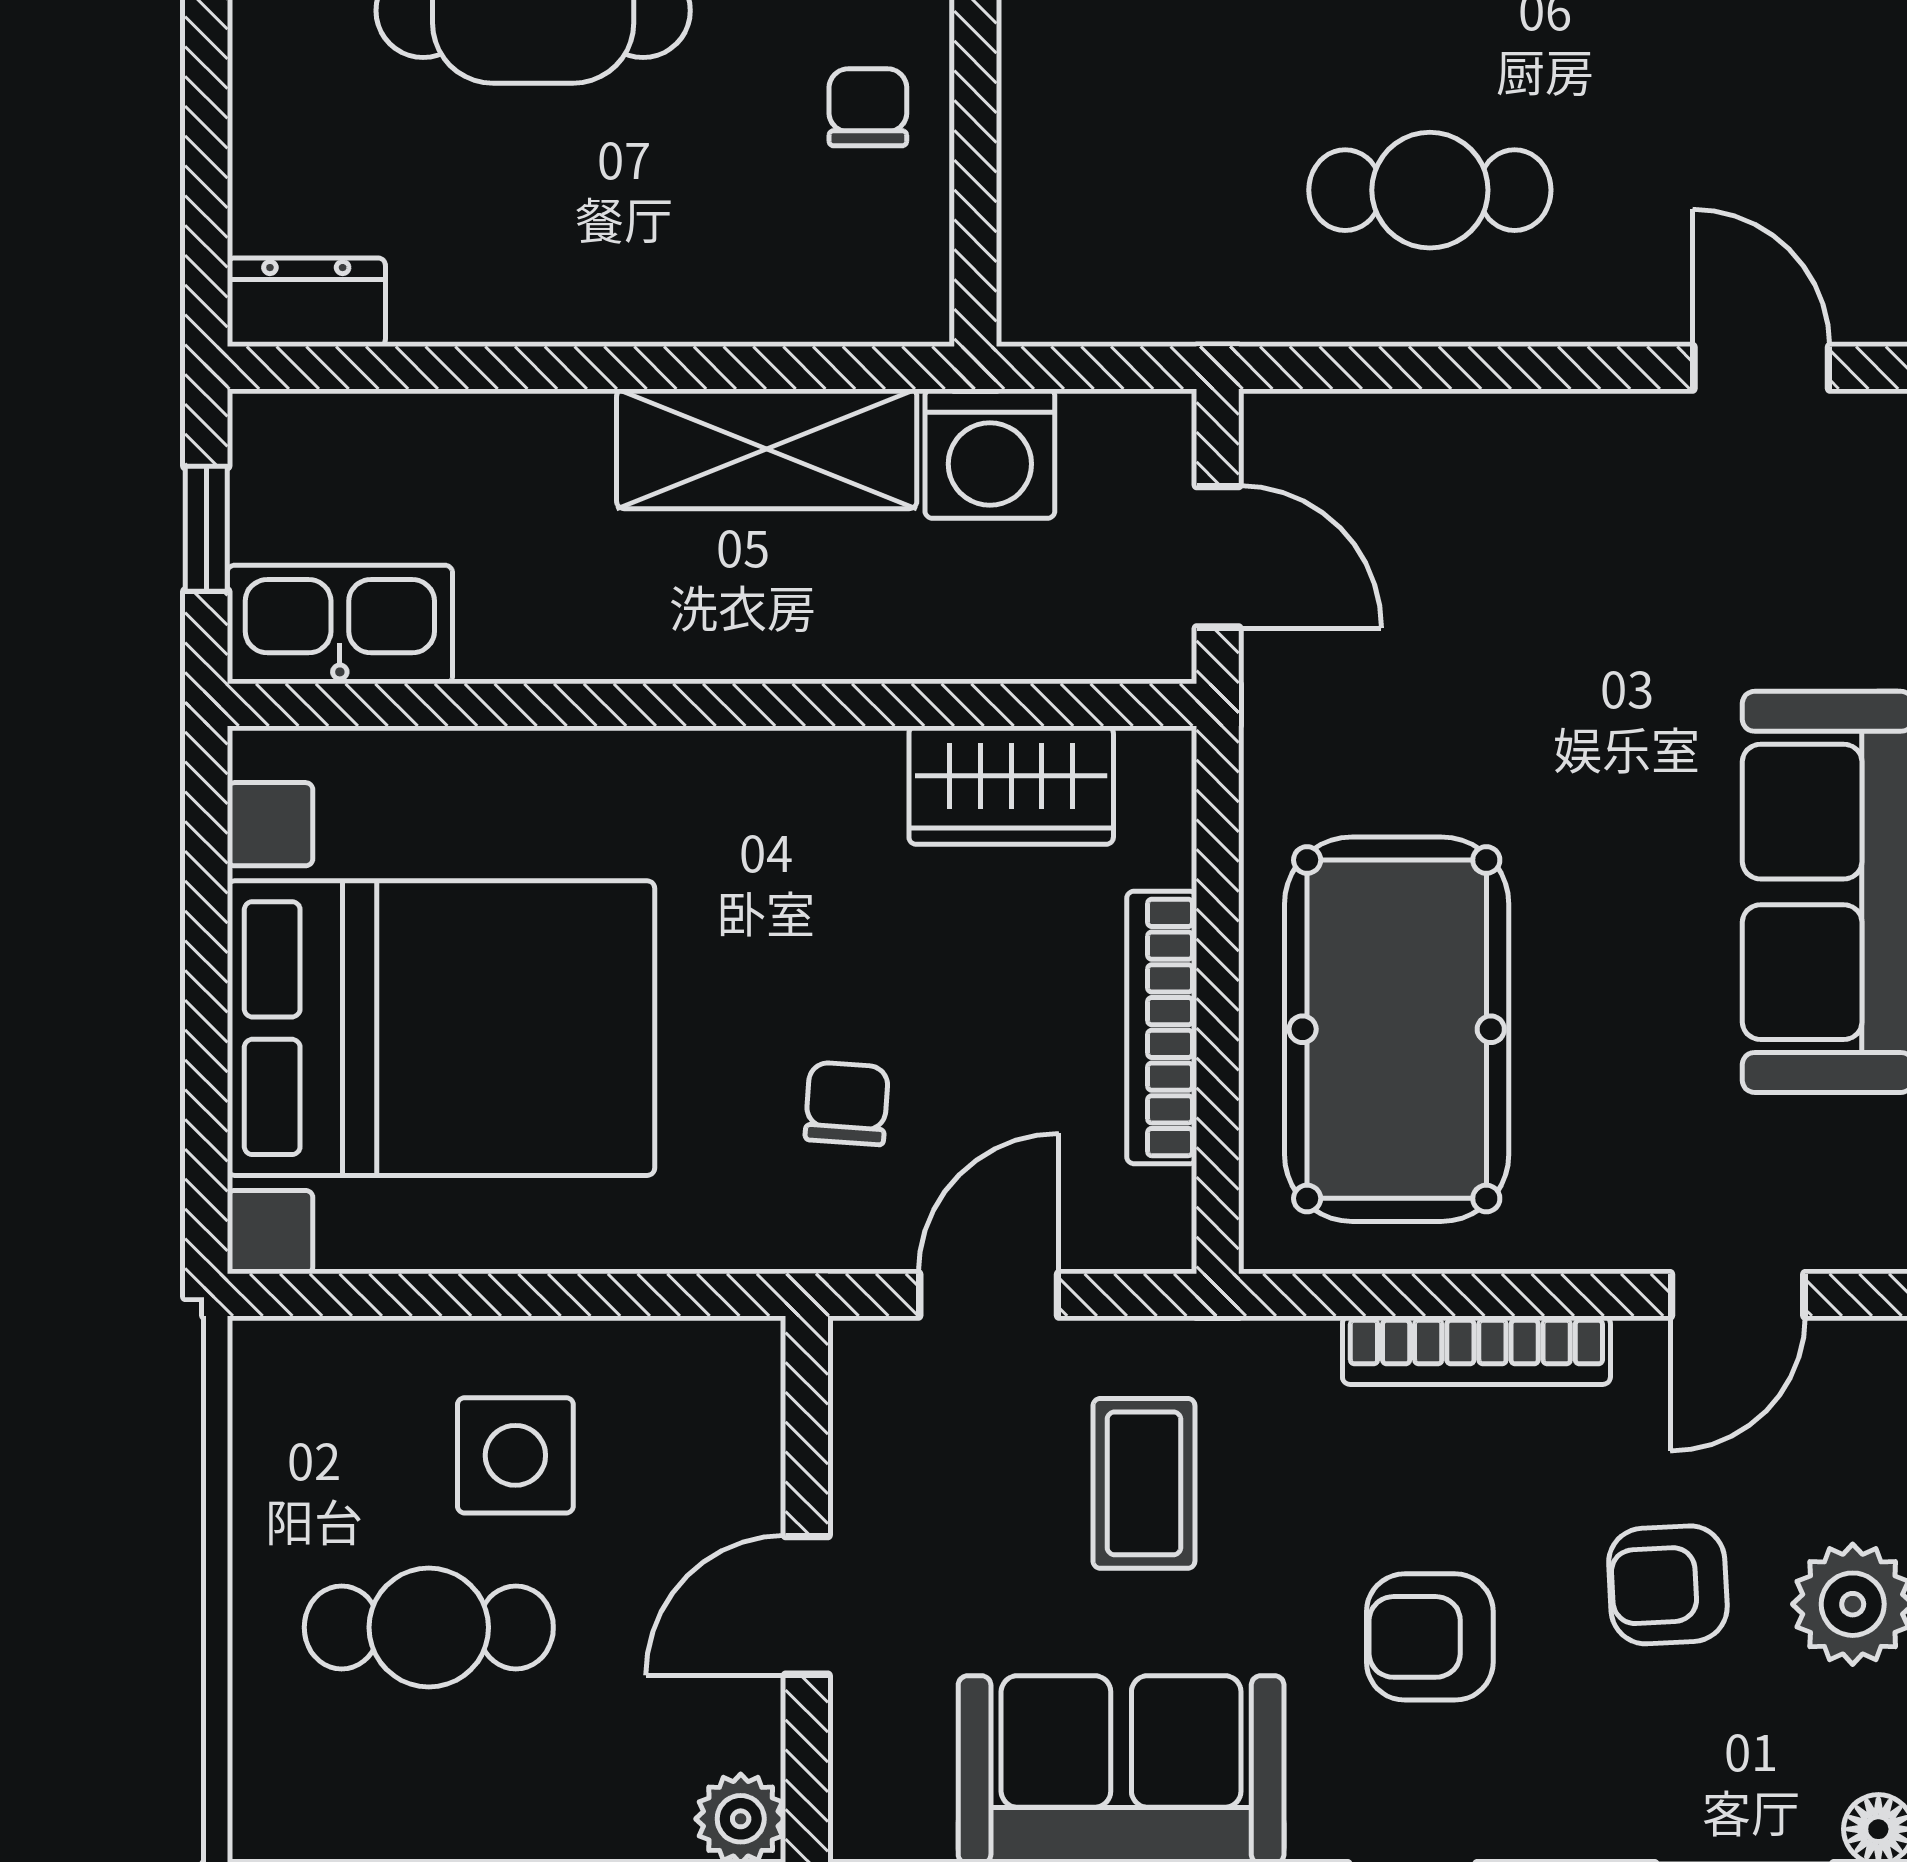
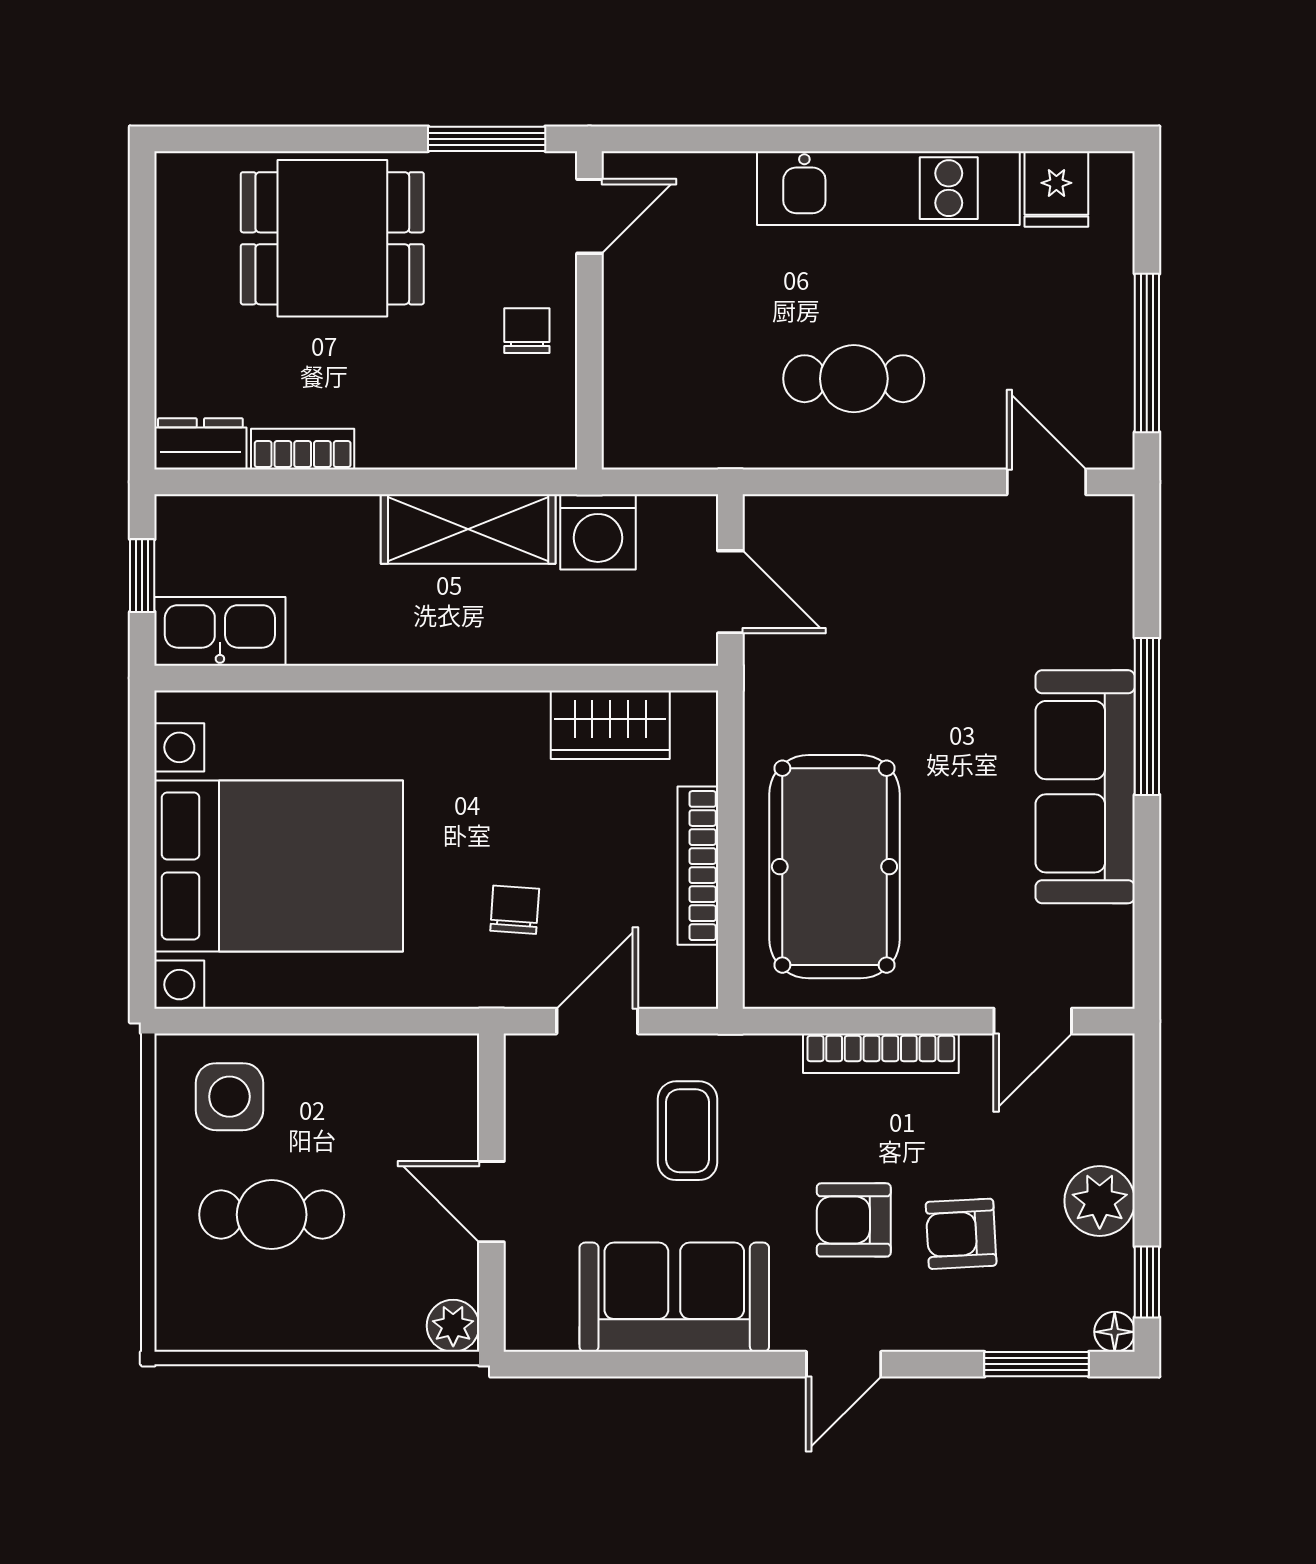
bookcase: (482, 311) -> (303, 449), added
side table: (515, 1455) -> (229, 1097), moved
armchair: (1668, 1585) -> (961, 1234), moved
door: (807, 1605) -> (491, 1202), hinge flipped

